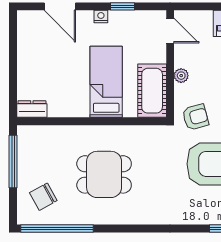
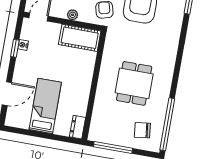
nightstand: (101, 16) -> (23, 45), moved
bed: (106, 82) -> (45, 106), moved, turned 90
chair: (43, 197) -> (142, 130), turned 112

